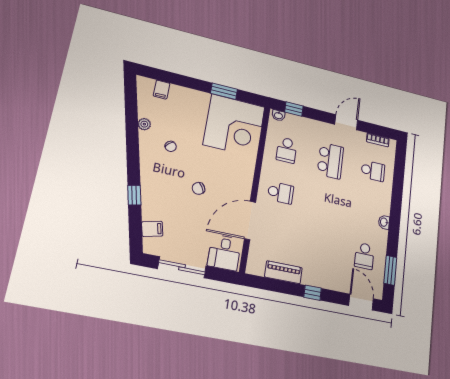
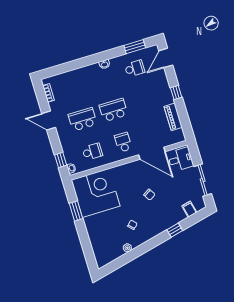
filing cabinet: (162, 90) -> (99, 250), removed
school desk: (373, 171) -> (113, 110), moved, width x1.85

